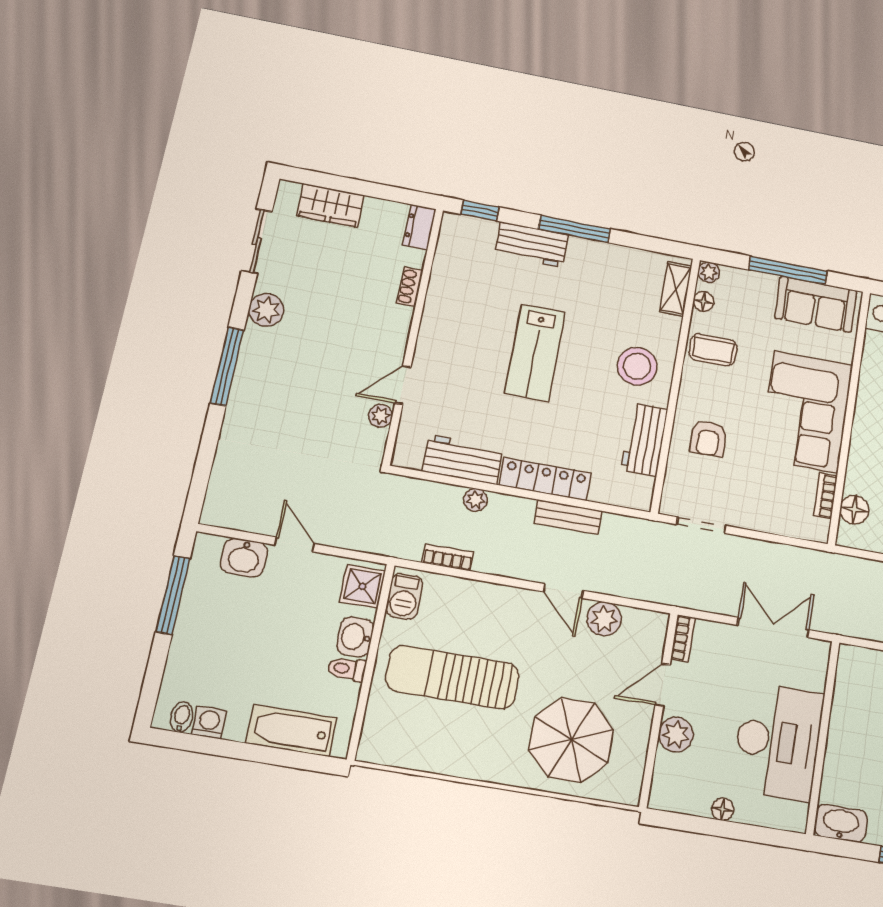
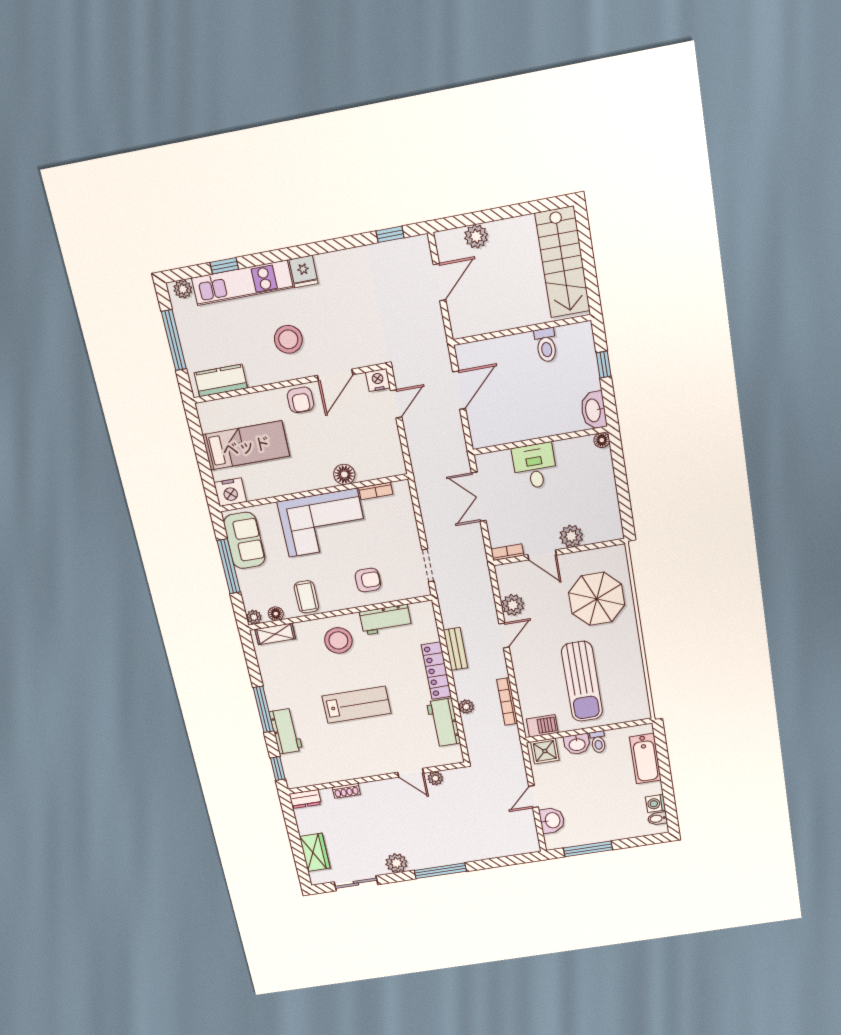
floor lamp: (854, 510) -> (344, 474), moved
bookcase: (448, 558) -> (507, 701), width x1.56
desk: (778, 741) -> (535, 466), width x0.53, depth x0.77
floor lamp: (723, 809) -> (602, 440), moved

